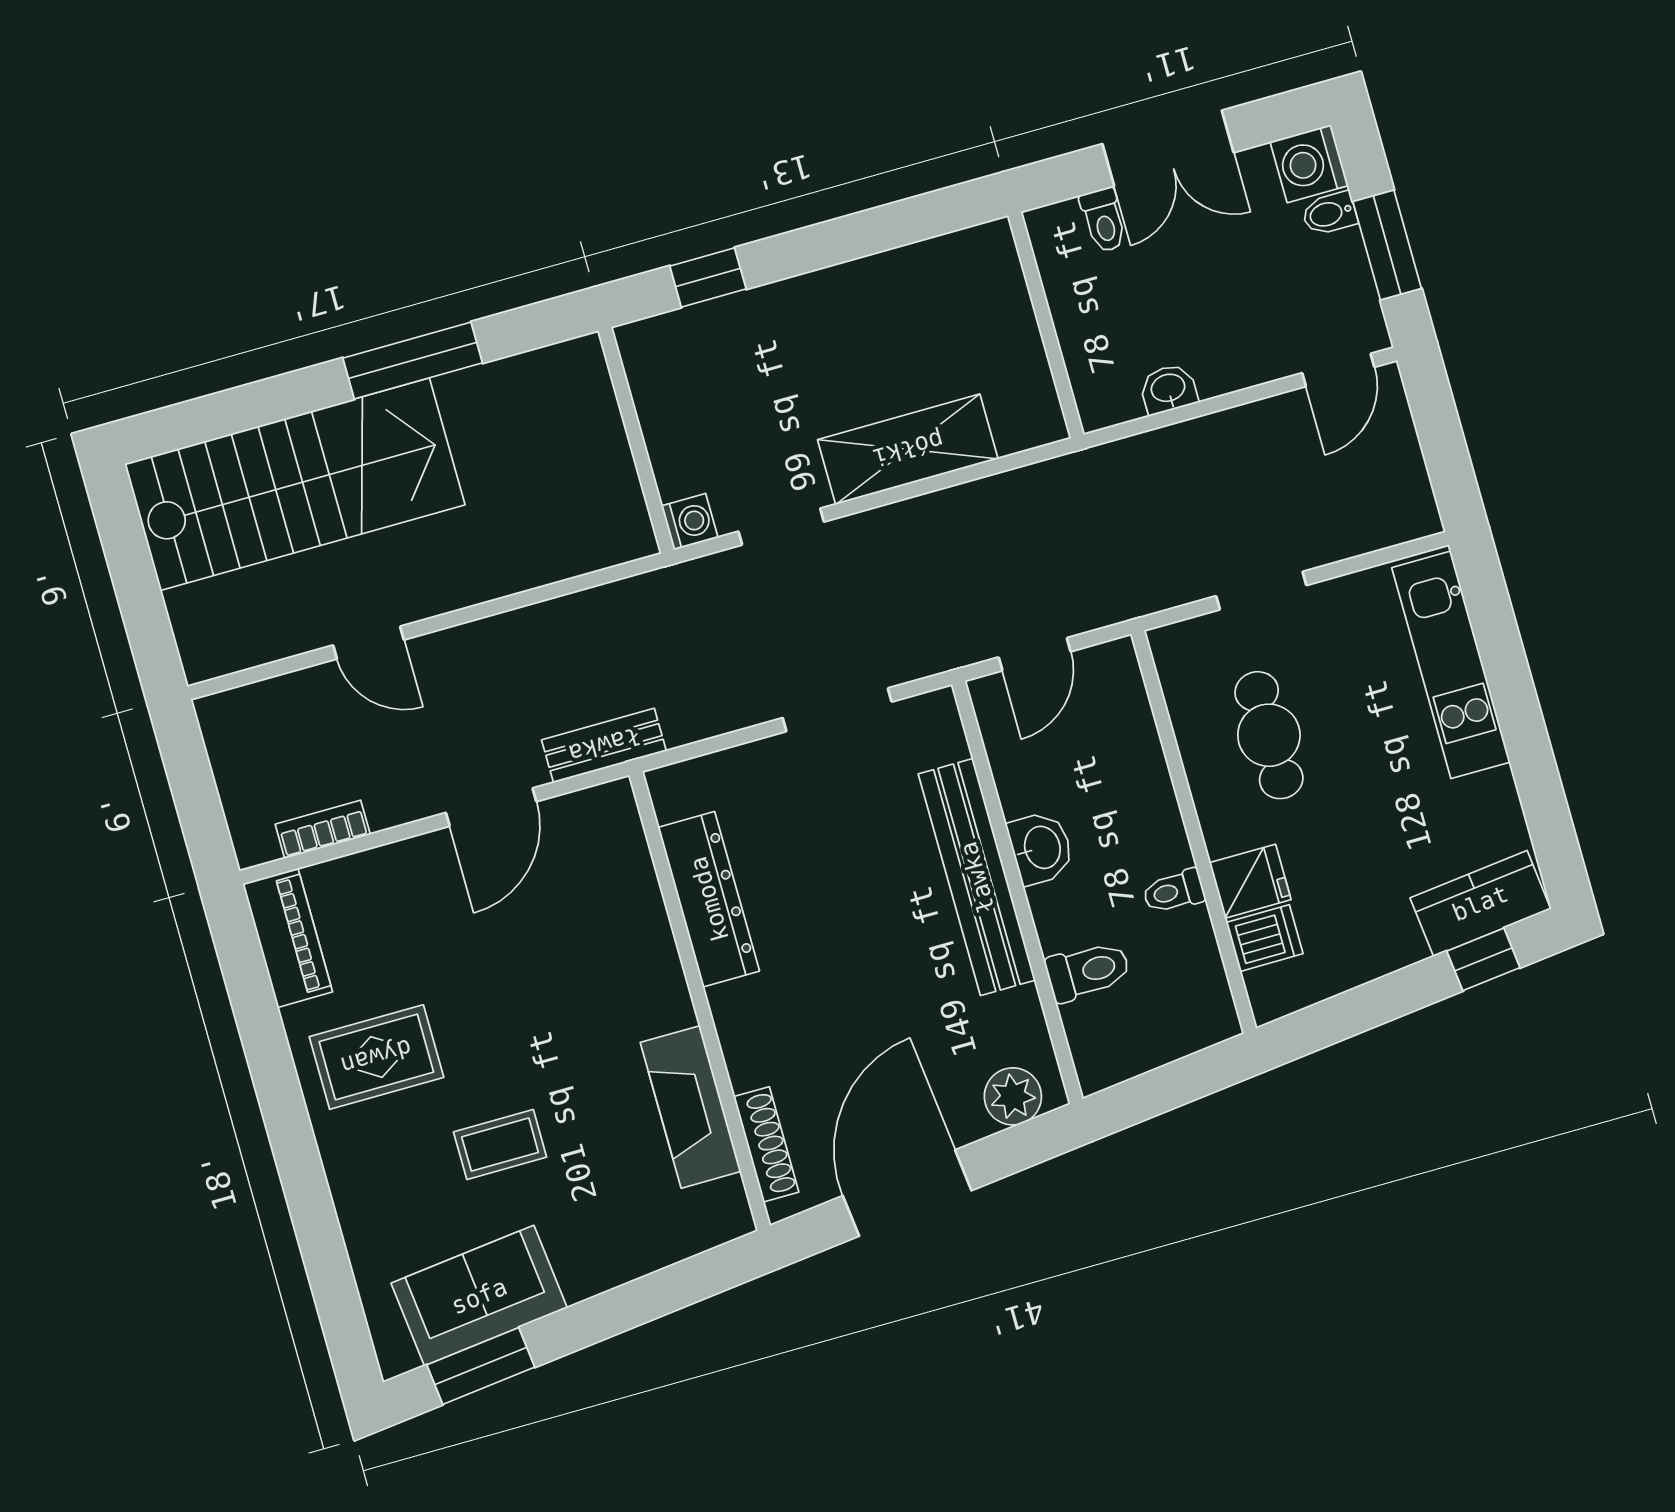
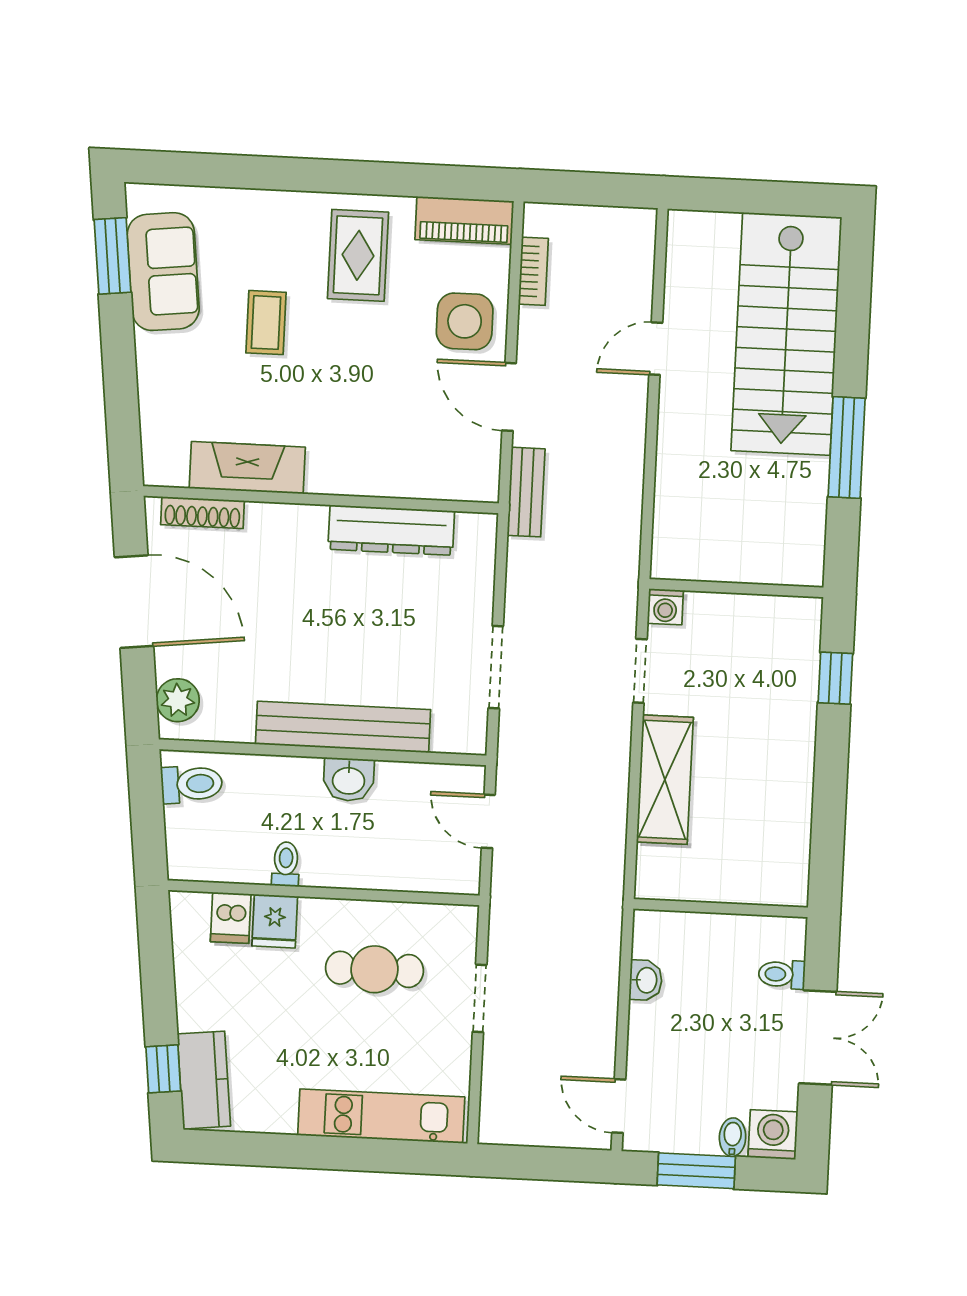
double door: (1168, 148) -> (818, 1037), swing flipped
side table: (415, 895) -> (465, 321), added
toilet: (1088, 971) -> (192, 784), moved, turned -96

